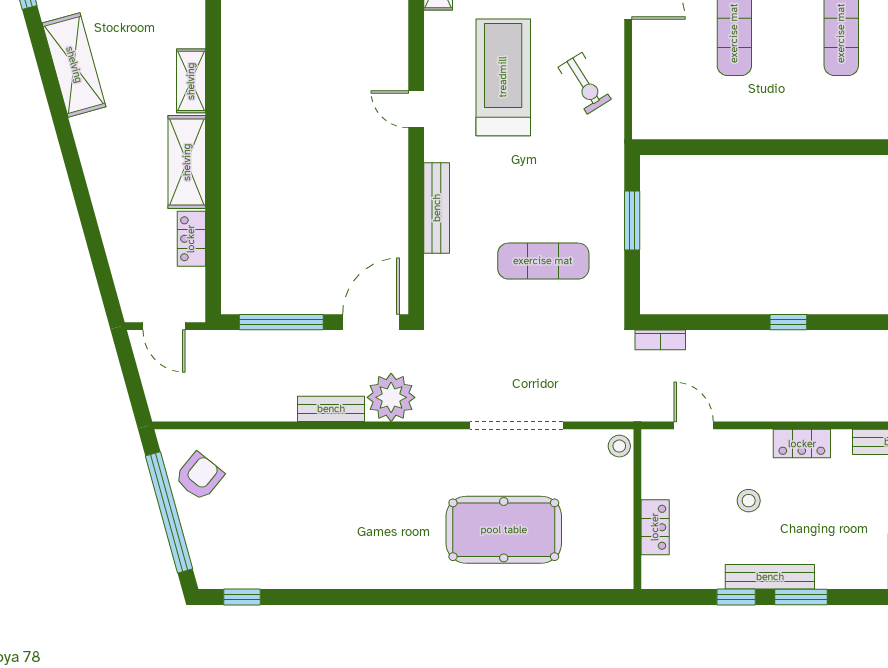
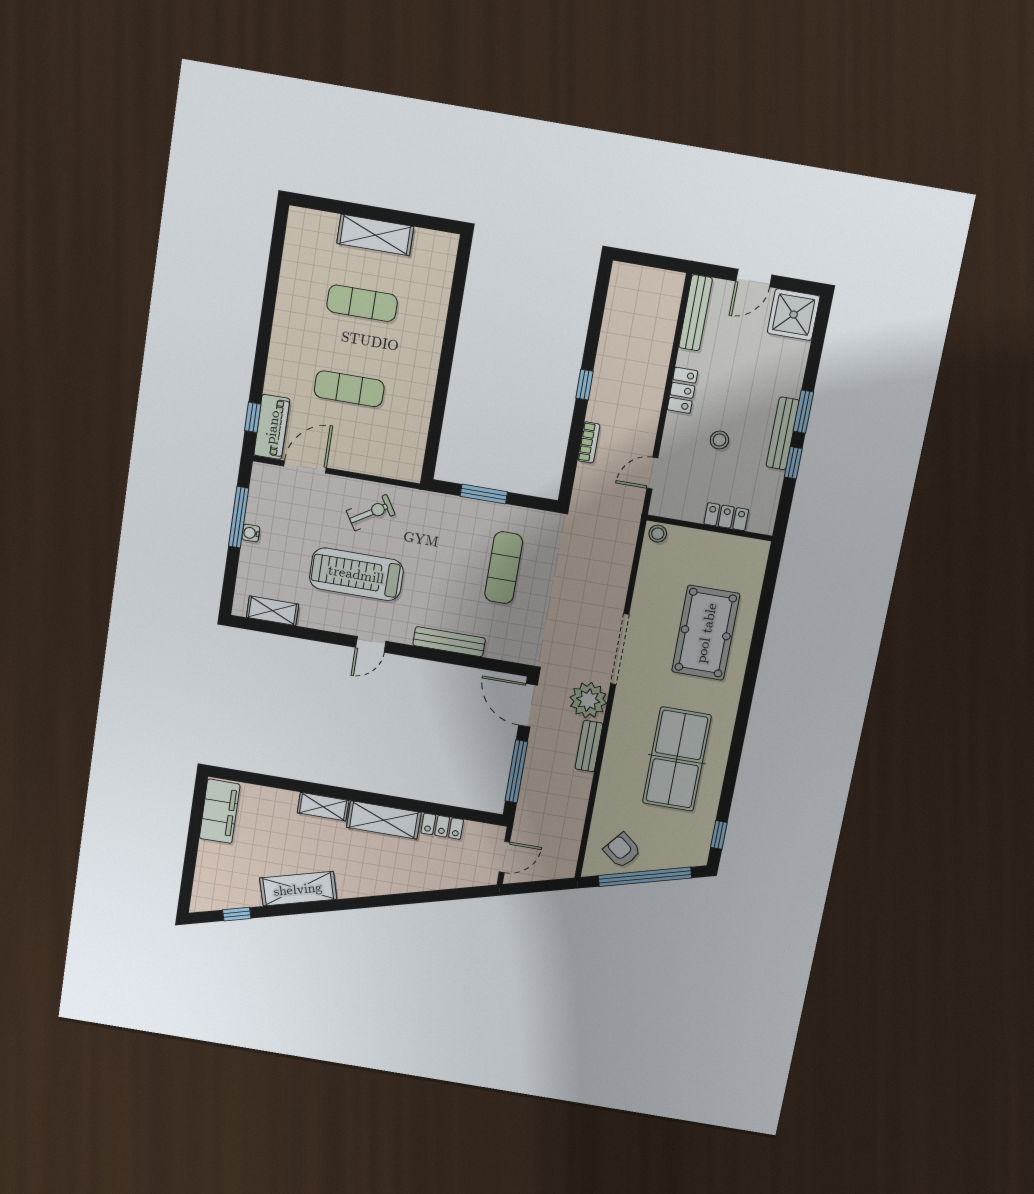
bookcase: (660, 340) -> (589, 442), moved
doorway: (517, 425) -> (620, 649), moved
table tennis table: (333, 524) -> (677, 759), added

